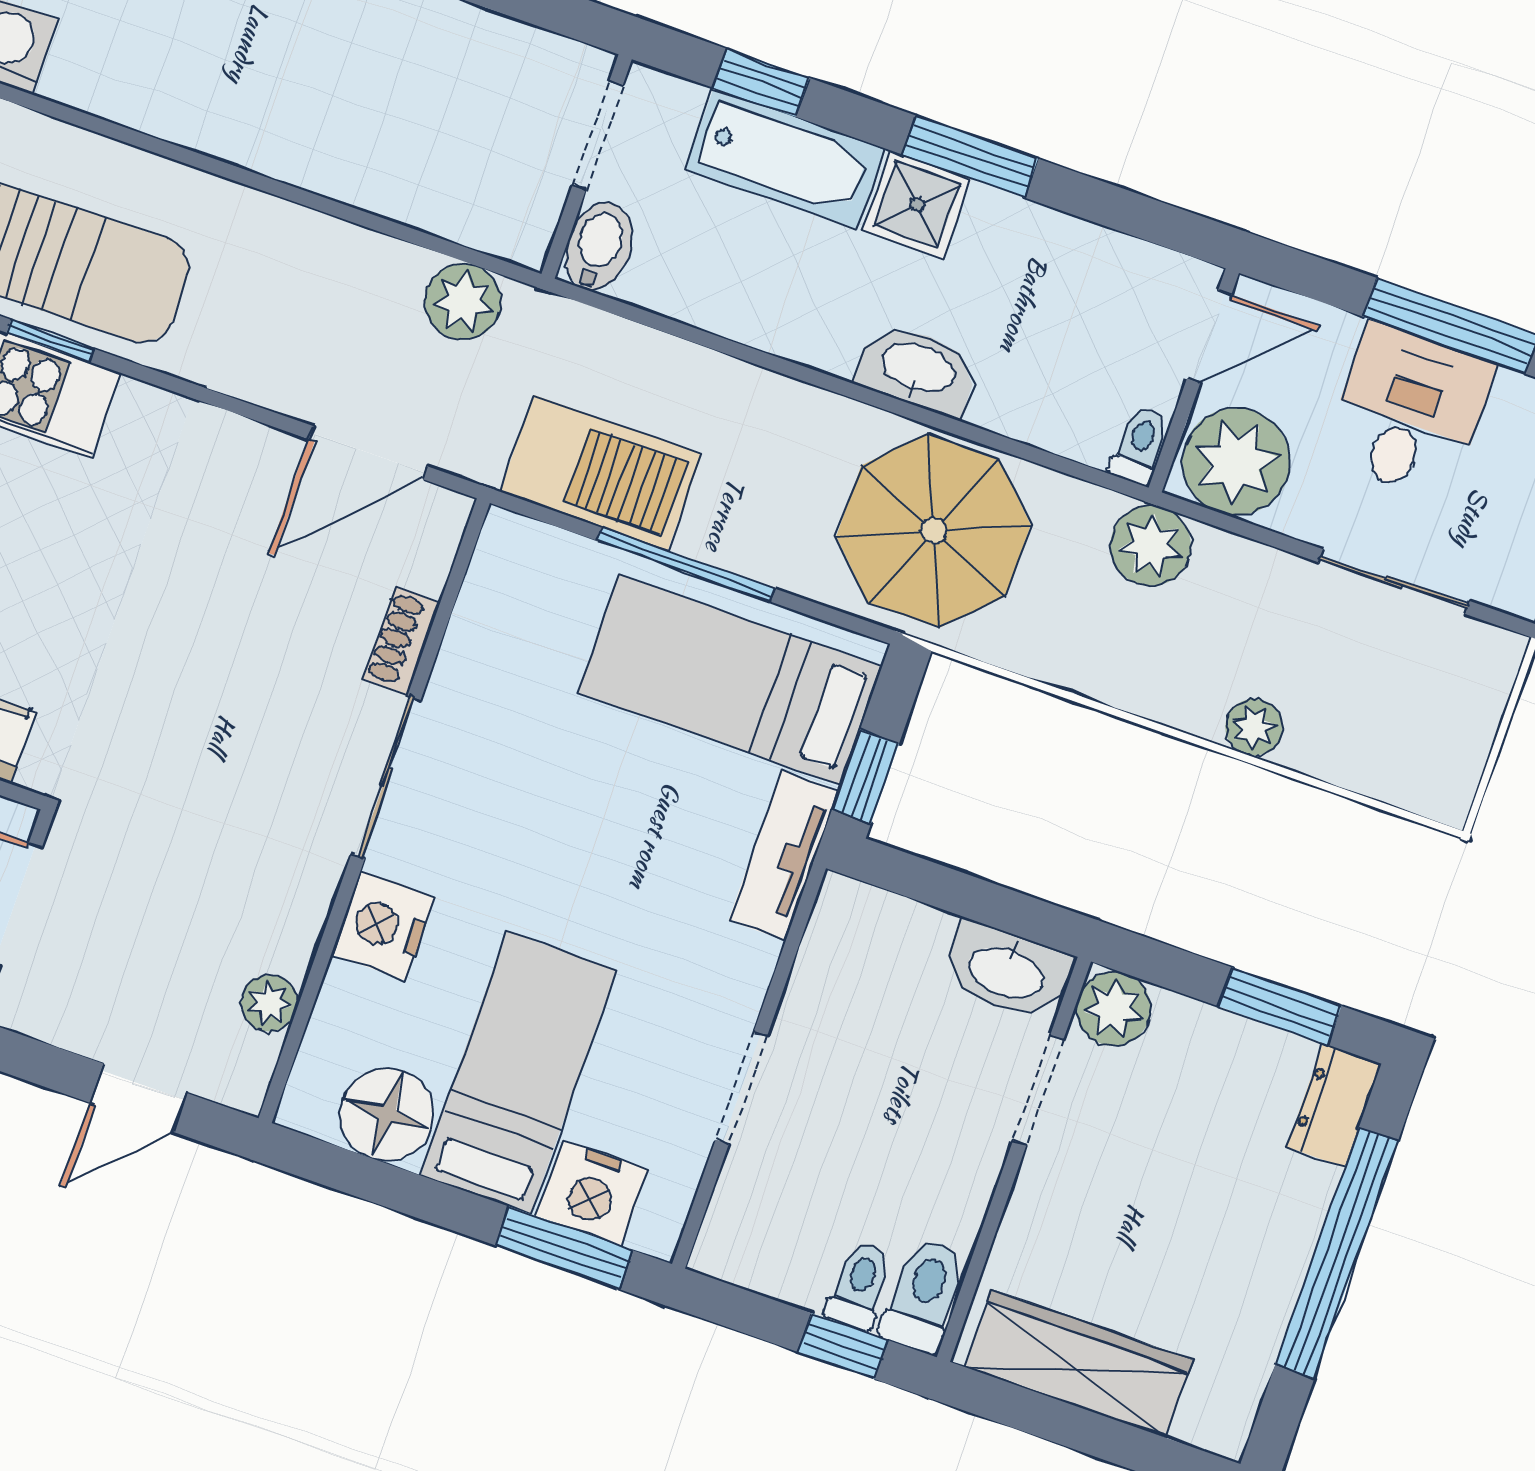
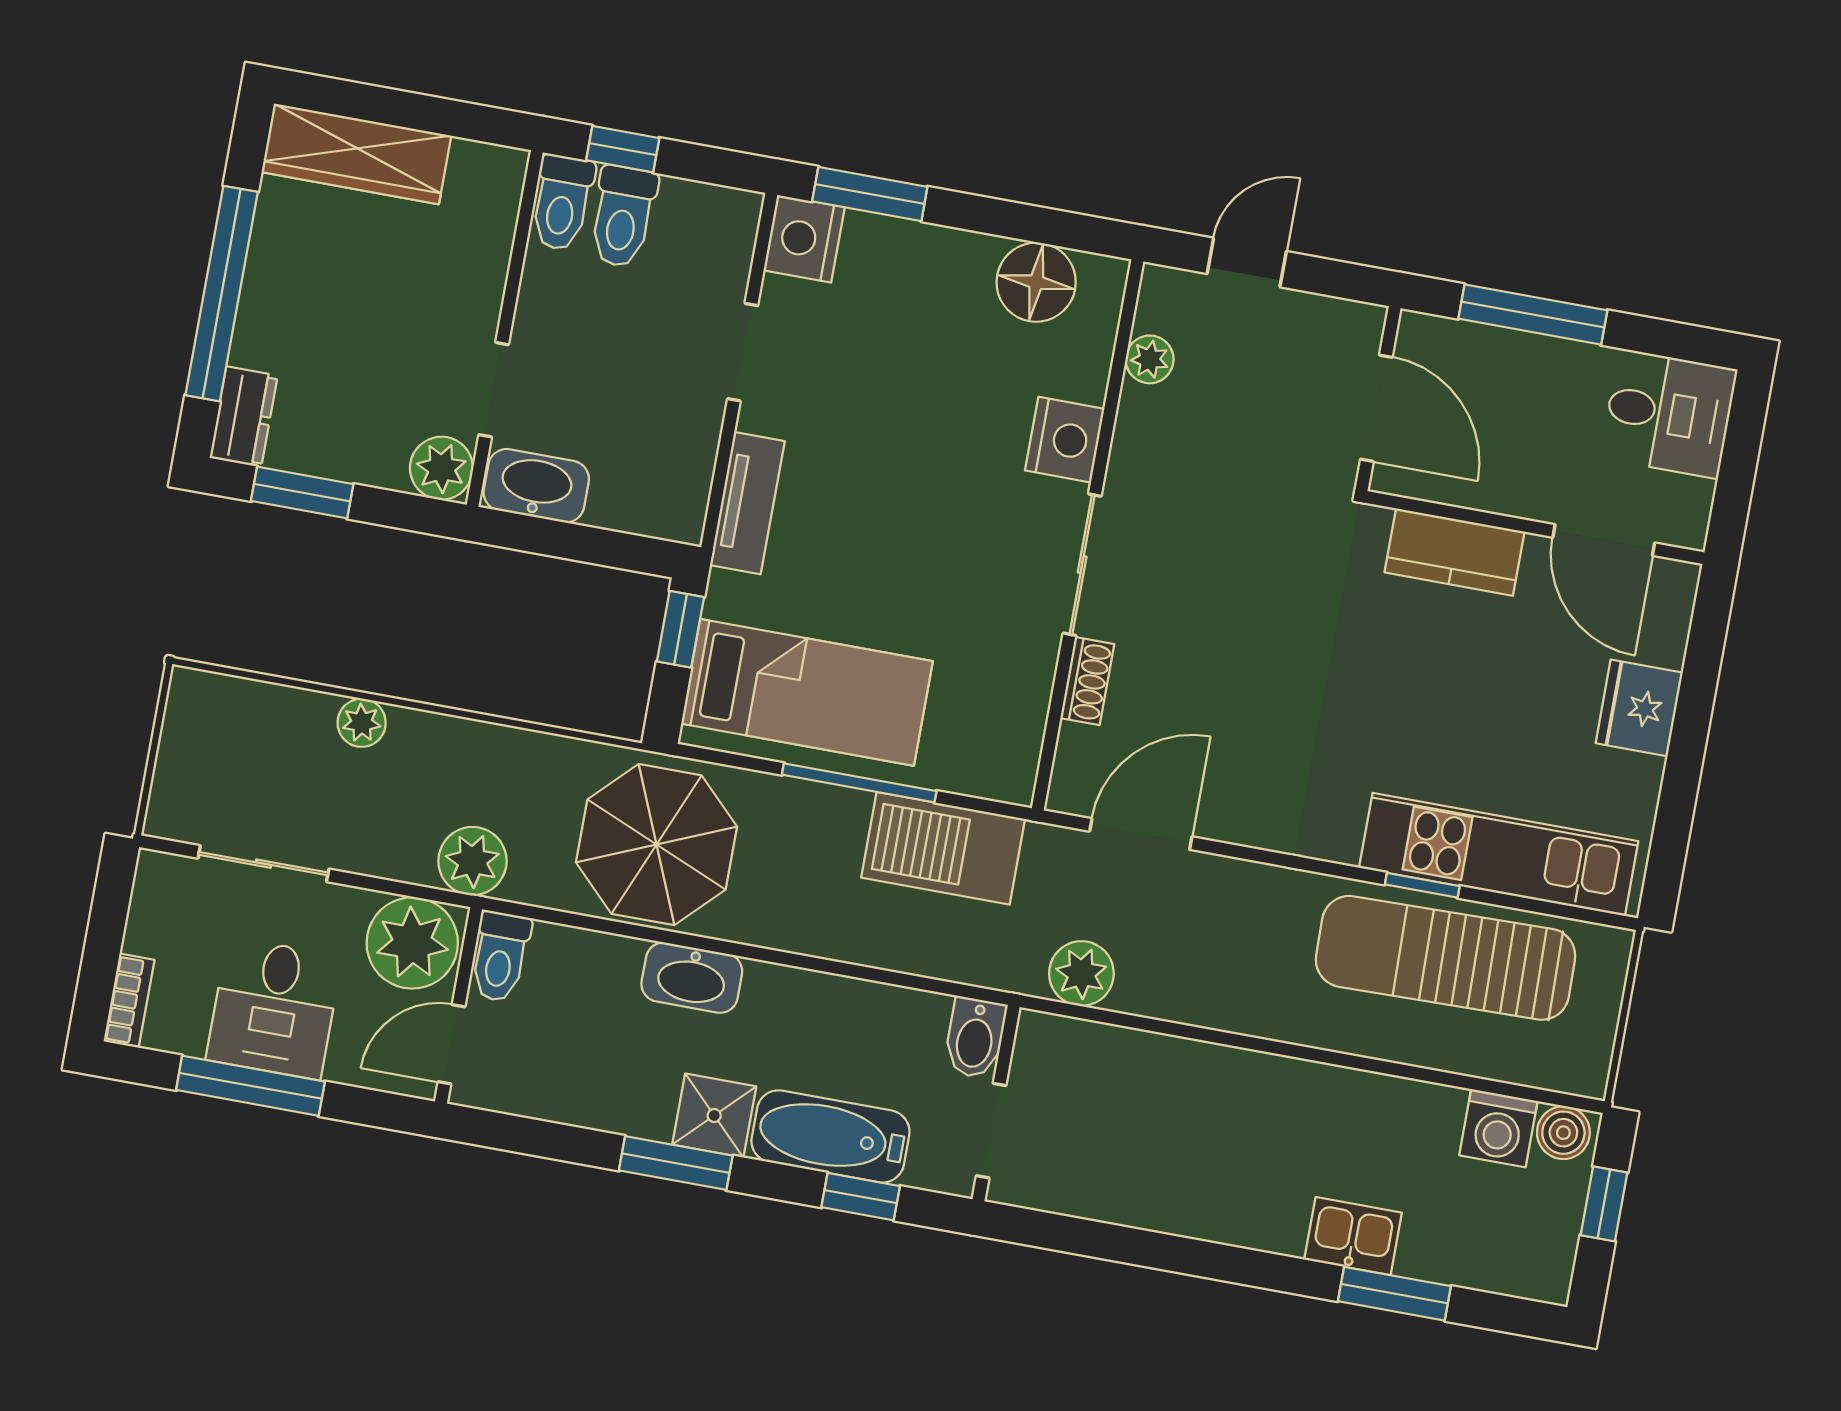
toilet: (1140, 446) -> (500, 957), width x1.37, depth x1.39
tv unit: (784, 855) -> (747, 503), moved
bed: (519, 1073) -> (931, 335), removed
nightstand: (592, 1193) -> (804, 239), moved, turned -90
toilet: (859, 1286) -> (623, 217), width x1.37, depth x1.39
wardrobe: (1079, 1364) -> (356, 154), moved

